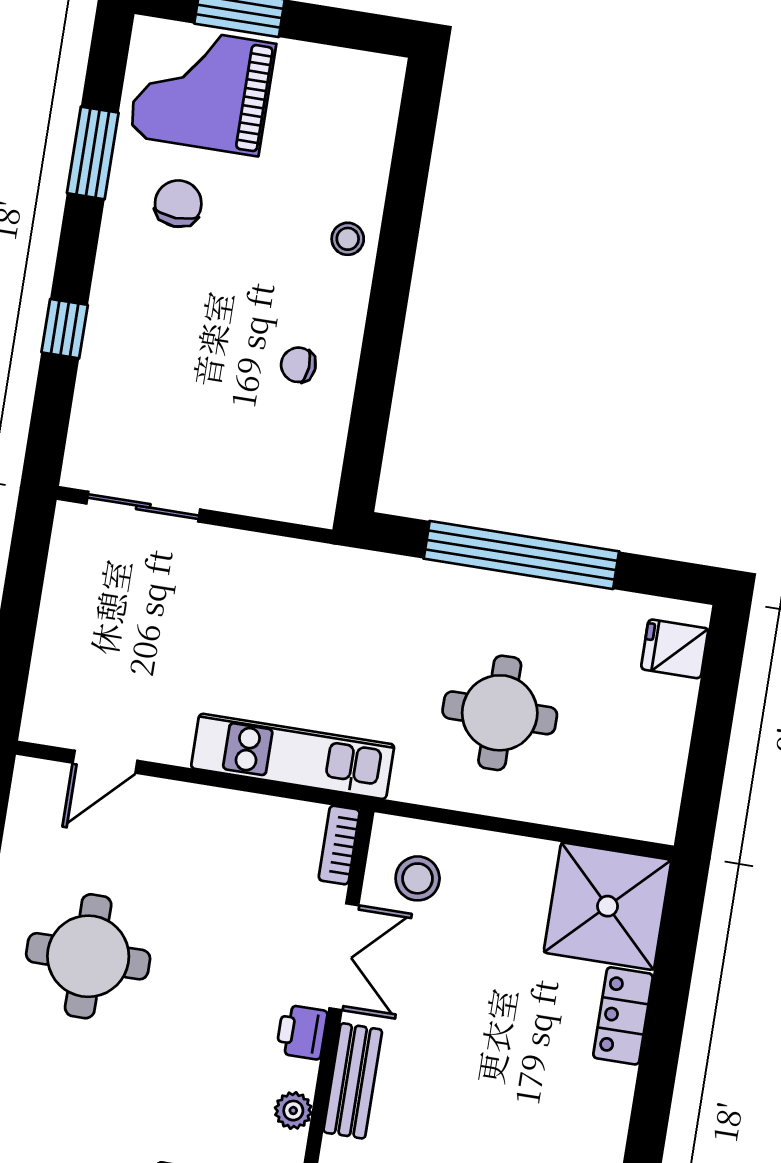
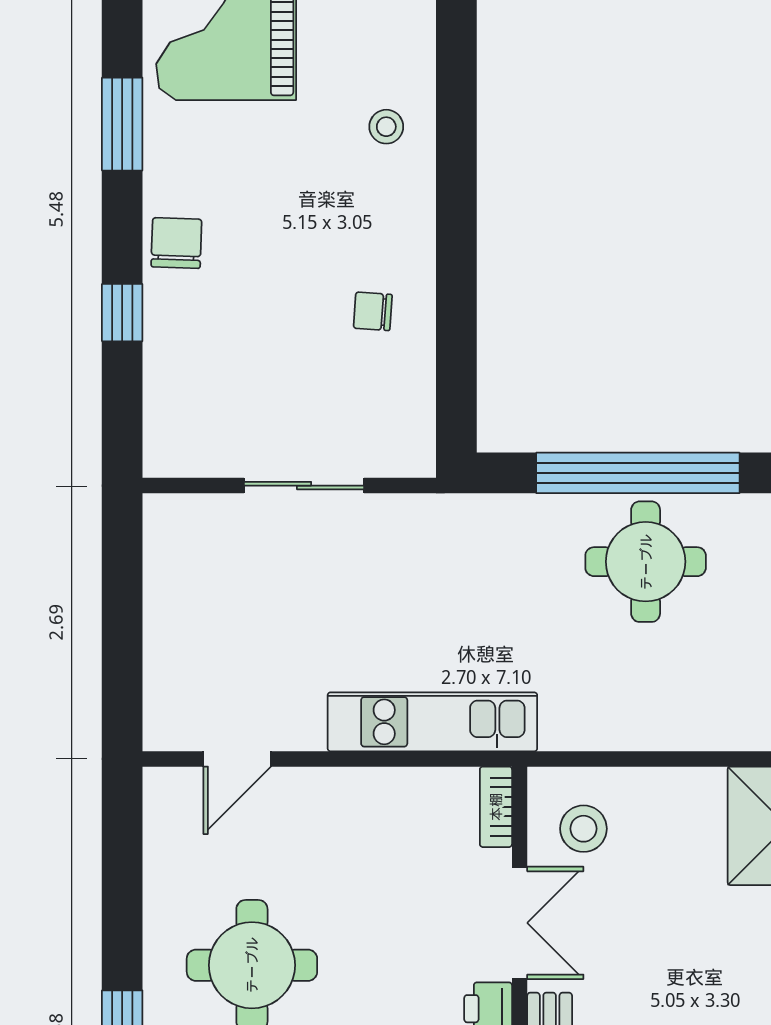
chair: (178, 204) -> (176, 243), moved
stool: (348, 239) -> (386, 127), moved
sliding door: (143, 507) -> (304, 486), moved
round table: (500, 713) -> (646, 562), moved

